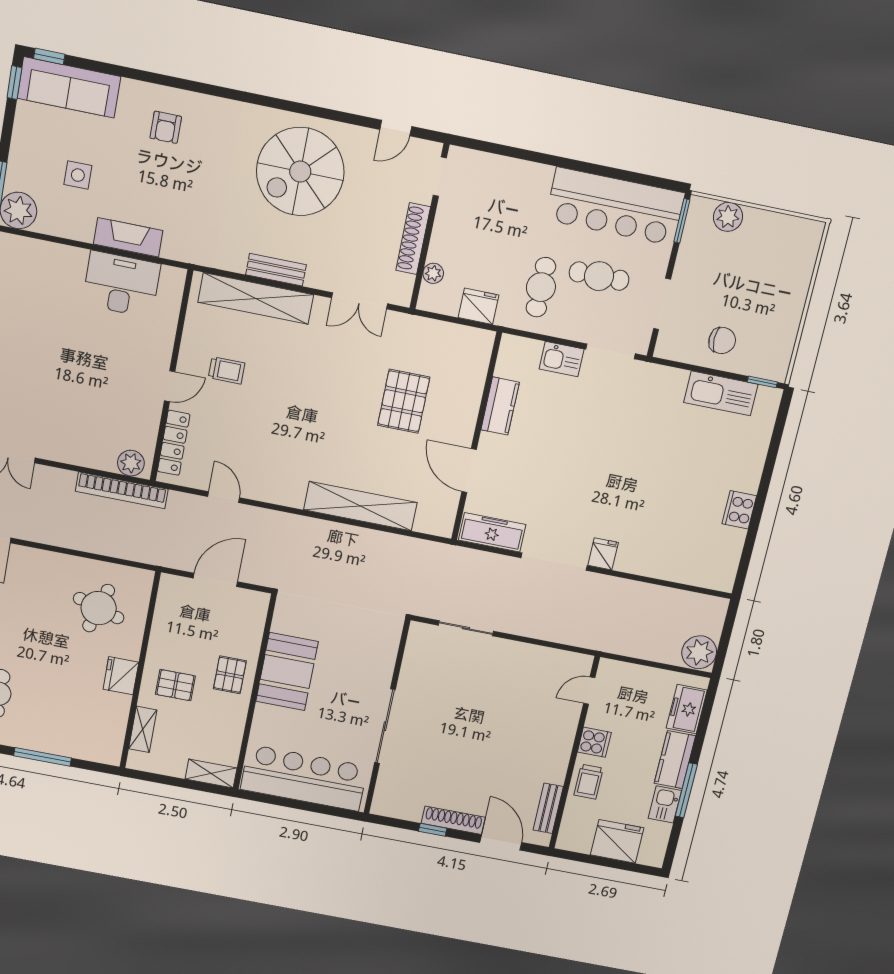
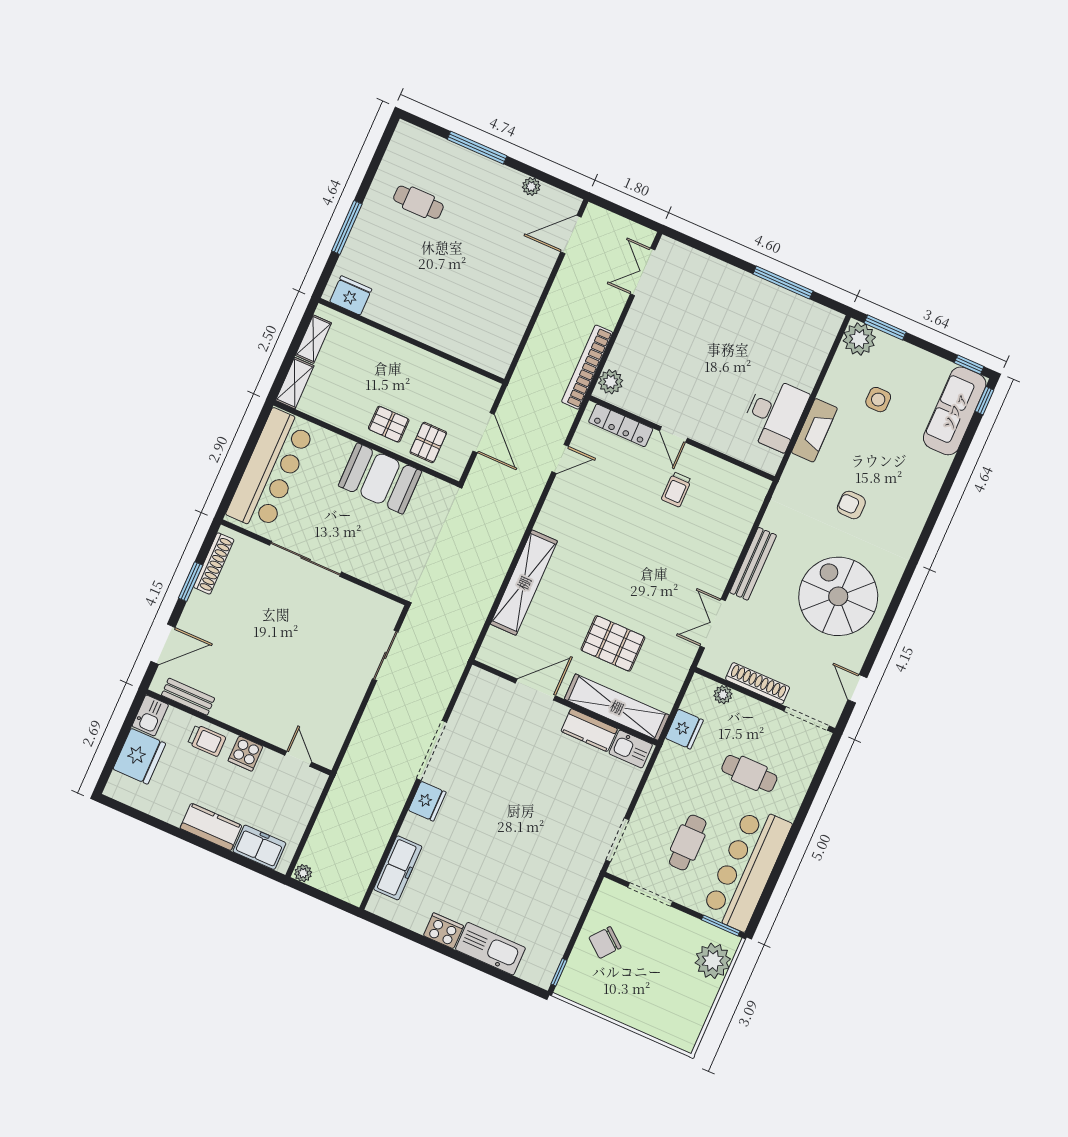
armchair: (166, 127) -> (851, 505), moved
doorway: (440, 177) -> (807, 719), width x1.38
plant: (728, 217) -> (713, 961), width x1.36, depth x1.36
bench: (276, 270) -> (753, 564), width x1.36
cafe table: (541, 287) -> (749, 773), moved
shelving: (256, 298) -> (617, 707), moved, turned 90
chair: (722, 341) -> (605, 942), turned 39
kitchen sink: (562, 359) -> (631, 749), moved, turned -90
kitchen sink: (721, 393) -> (490, 949), moved, turned 90
freezer: (492, 532) -> (398, 868), moved
fridge: (603, 554) -> (427, 801), width x1.38
round table: (99, 608) -> (481, 318), removed
plant: (699, 652) -> (303, 873), width x0.53, depth x0.53
fridge: (121, 676) -> (351, 295), moved
pallet: (175, 685) -> (428, 443), moved
shelving: (143, 729) -> (313, 339), moved, turned 90
trolley: (589, 782) -> (207, 741), turned 180
window: (686, 790) -> (177, 832), removed
kitchen sink: (665, 804) -> (150, 715), moved, turned 90
shoe rack: (453, 820) -> (214, 563), moved
window: (433, 830) -> (191, 582), width x1.50

